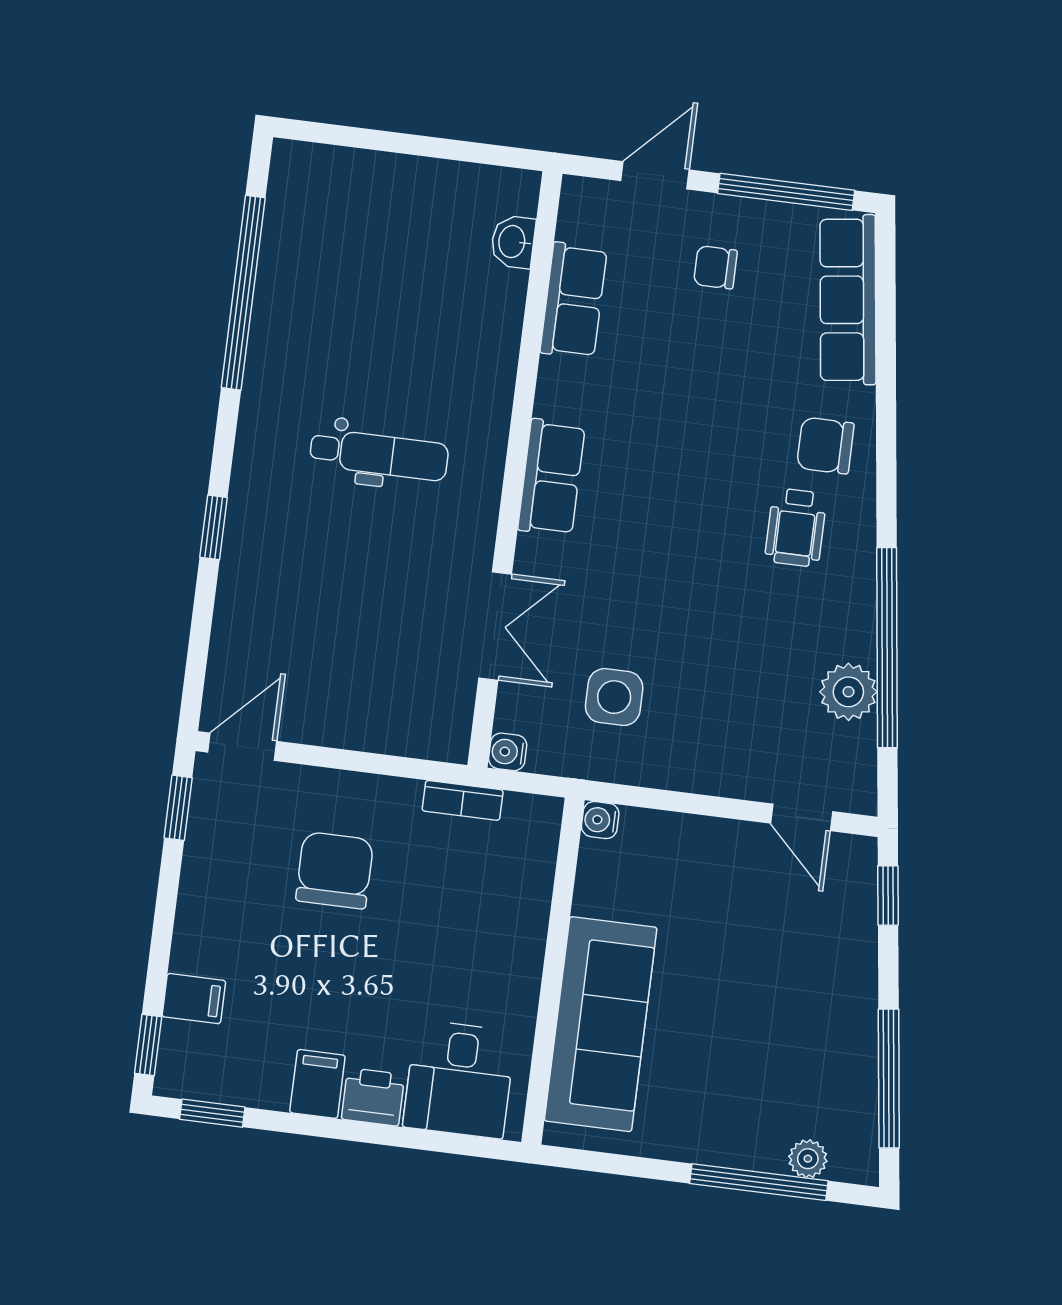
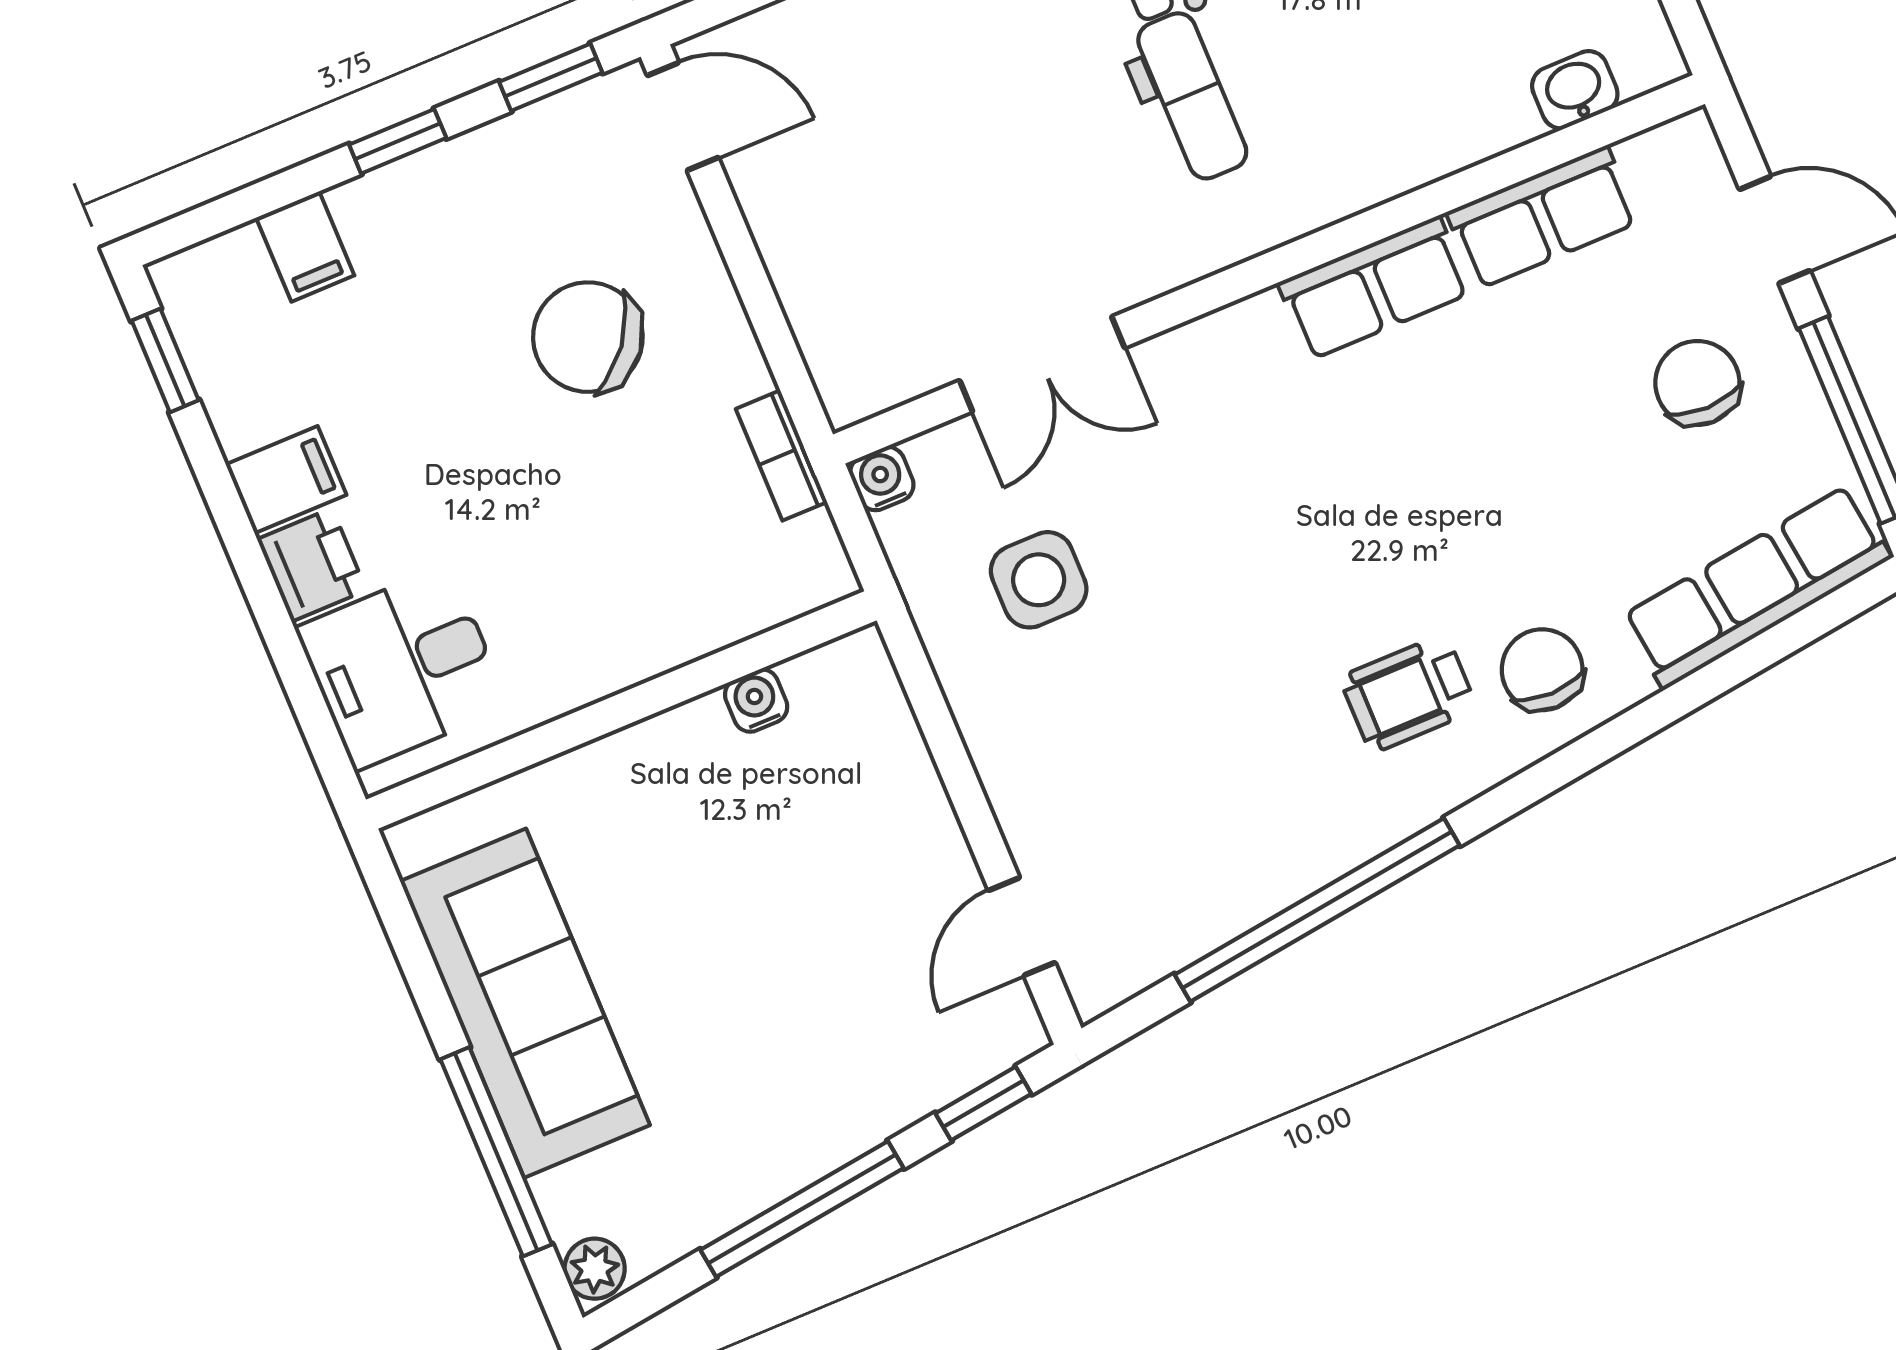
chair: (715, 267) -> (1697, 383), width x1.37, depth x1.37
row of seats: (551, 477) -> (1374, 288), moved
plant: (848, 692) -> (1228, 892), removed
water cooler: (600, 820) -> (756, 701), moved
chair: (335, 870) -> (588, 337), turned -142
sofa: (601, 1024) -> (525, 1003), moved, turned -90
window: (148, 1045) -> (398, 141), moved
window: (889, 1079) -> (802, 1209), moved
plant: (808, 1159) -> (595, 1269), moved

